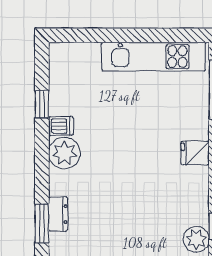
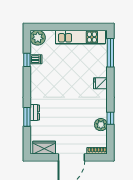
dishwasher: (61, 126) -> (36, 59), moved
plant: (64, 153) -> (38, 38), moved

